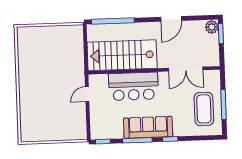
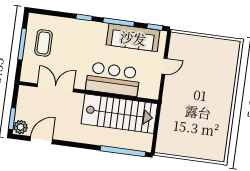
door: (171, 19) -> (41, 140), moved
door: (87, 94) -> (164, 66), moved
coffee table: (204, 109) -> (44, 43), width x0.73, depth x0.76
sofa: (148, 127) -> (133, 38), moved

